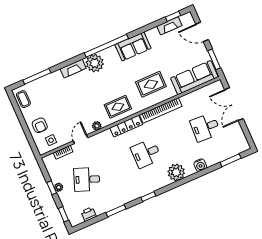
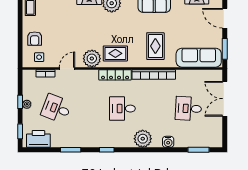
rug: (151, 84) -> (155, 46), turned 90
plant: (97, 126) -> (92, 59), width x1.88, depth x1.88
printer: (89, 214) -> (38, 139), width x1.87, depth x1.48

